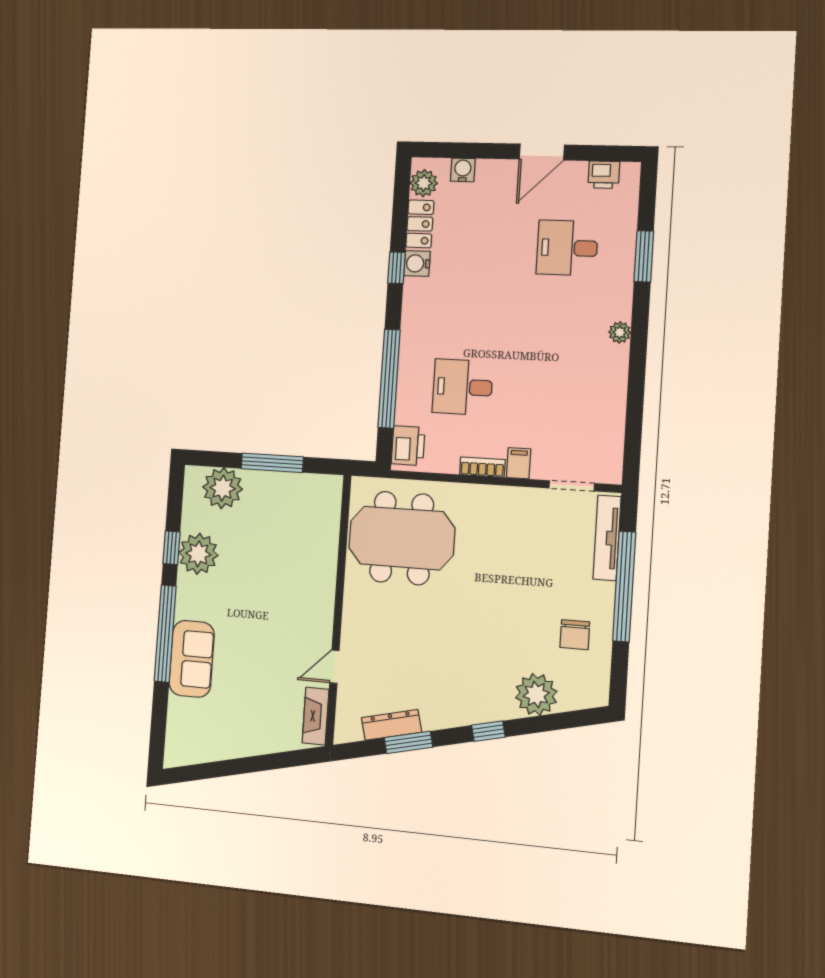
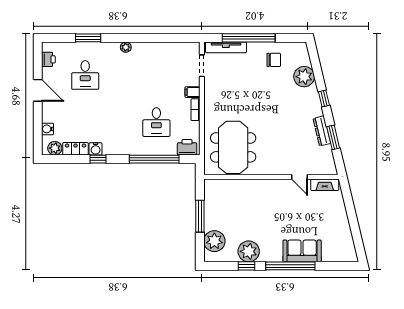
dresser: (391, 725) -> (322, 131), moved

